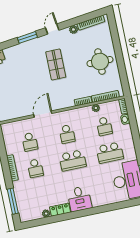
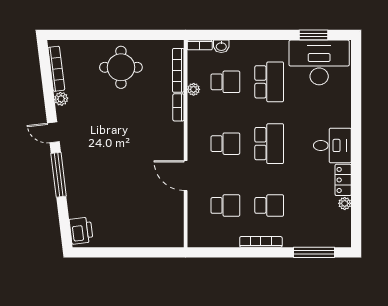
window: (27, 37) -> (59, 175), width x1.44
shop shelf: (56, 65) -> (111, 139), removed

